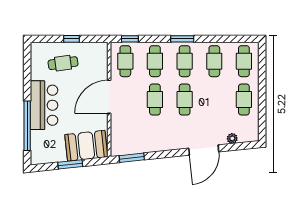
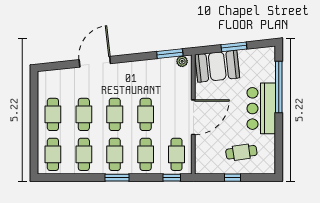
cafe table: (214, 99) -> (84, 114), added
plant: (232, 138) -> (182, 61), moved

